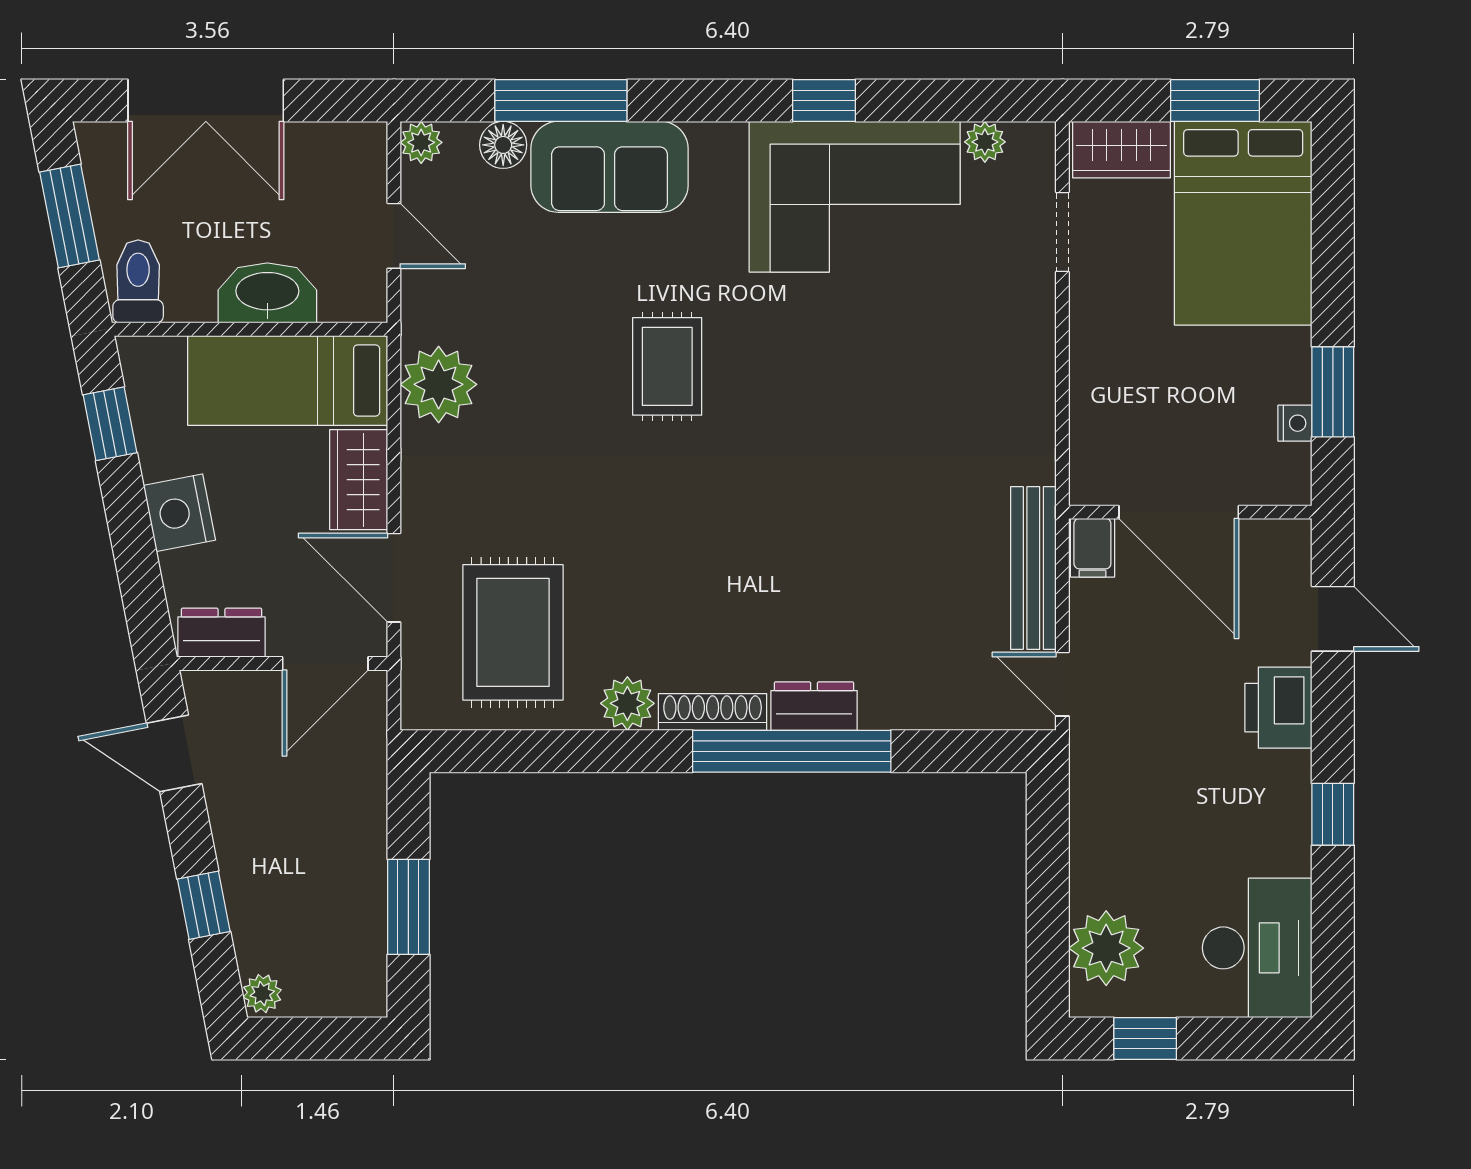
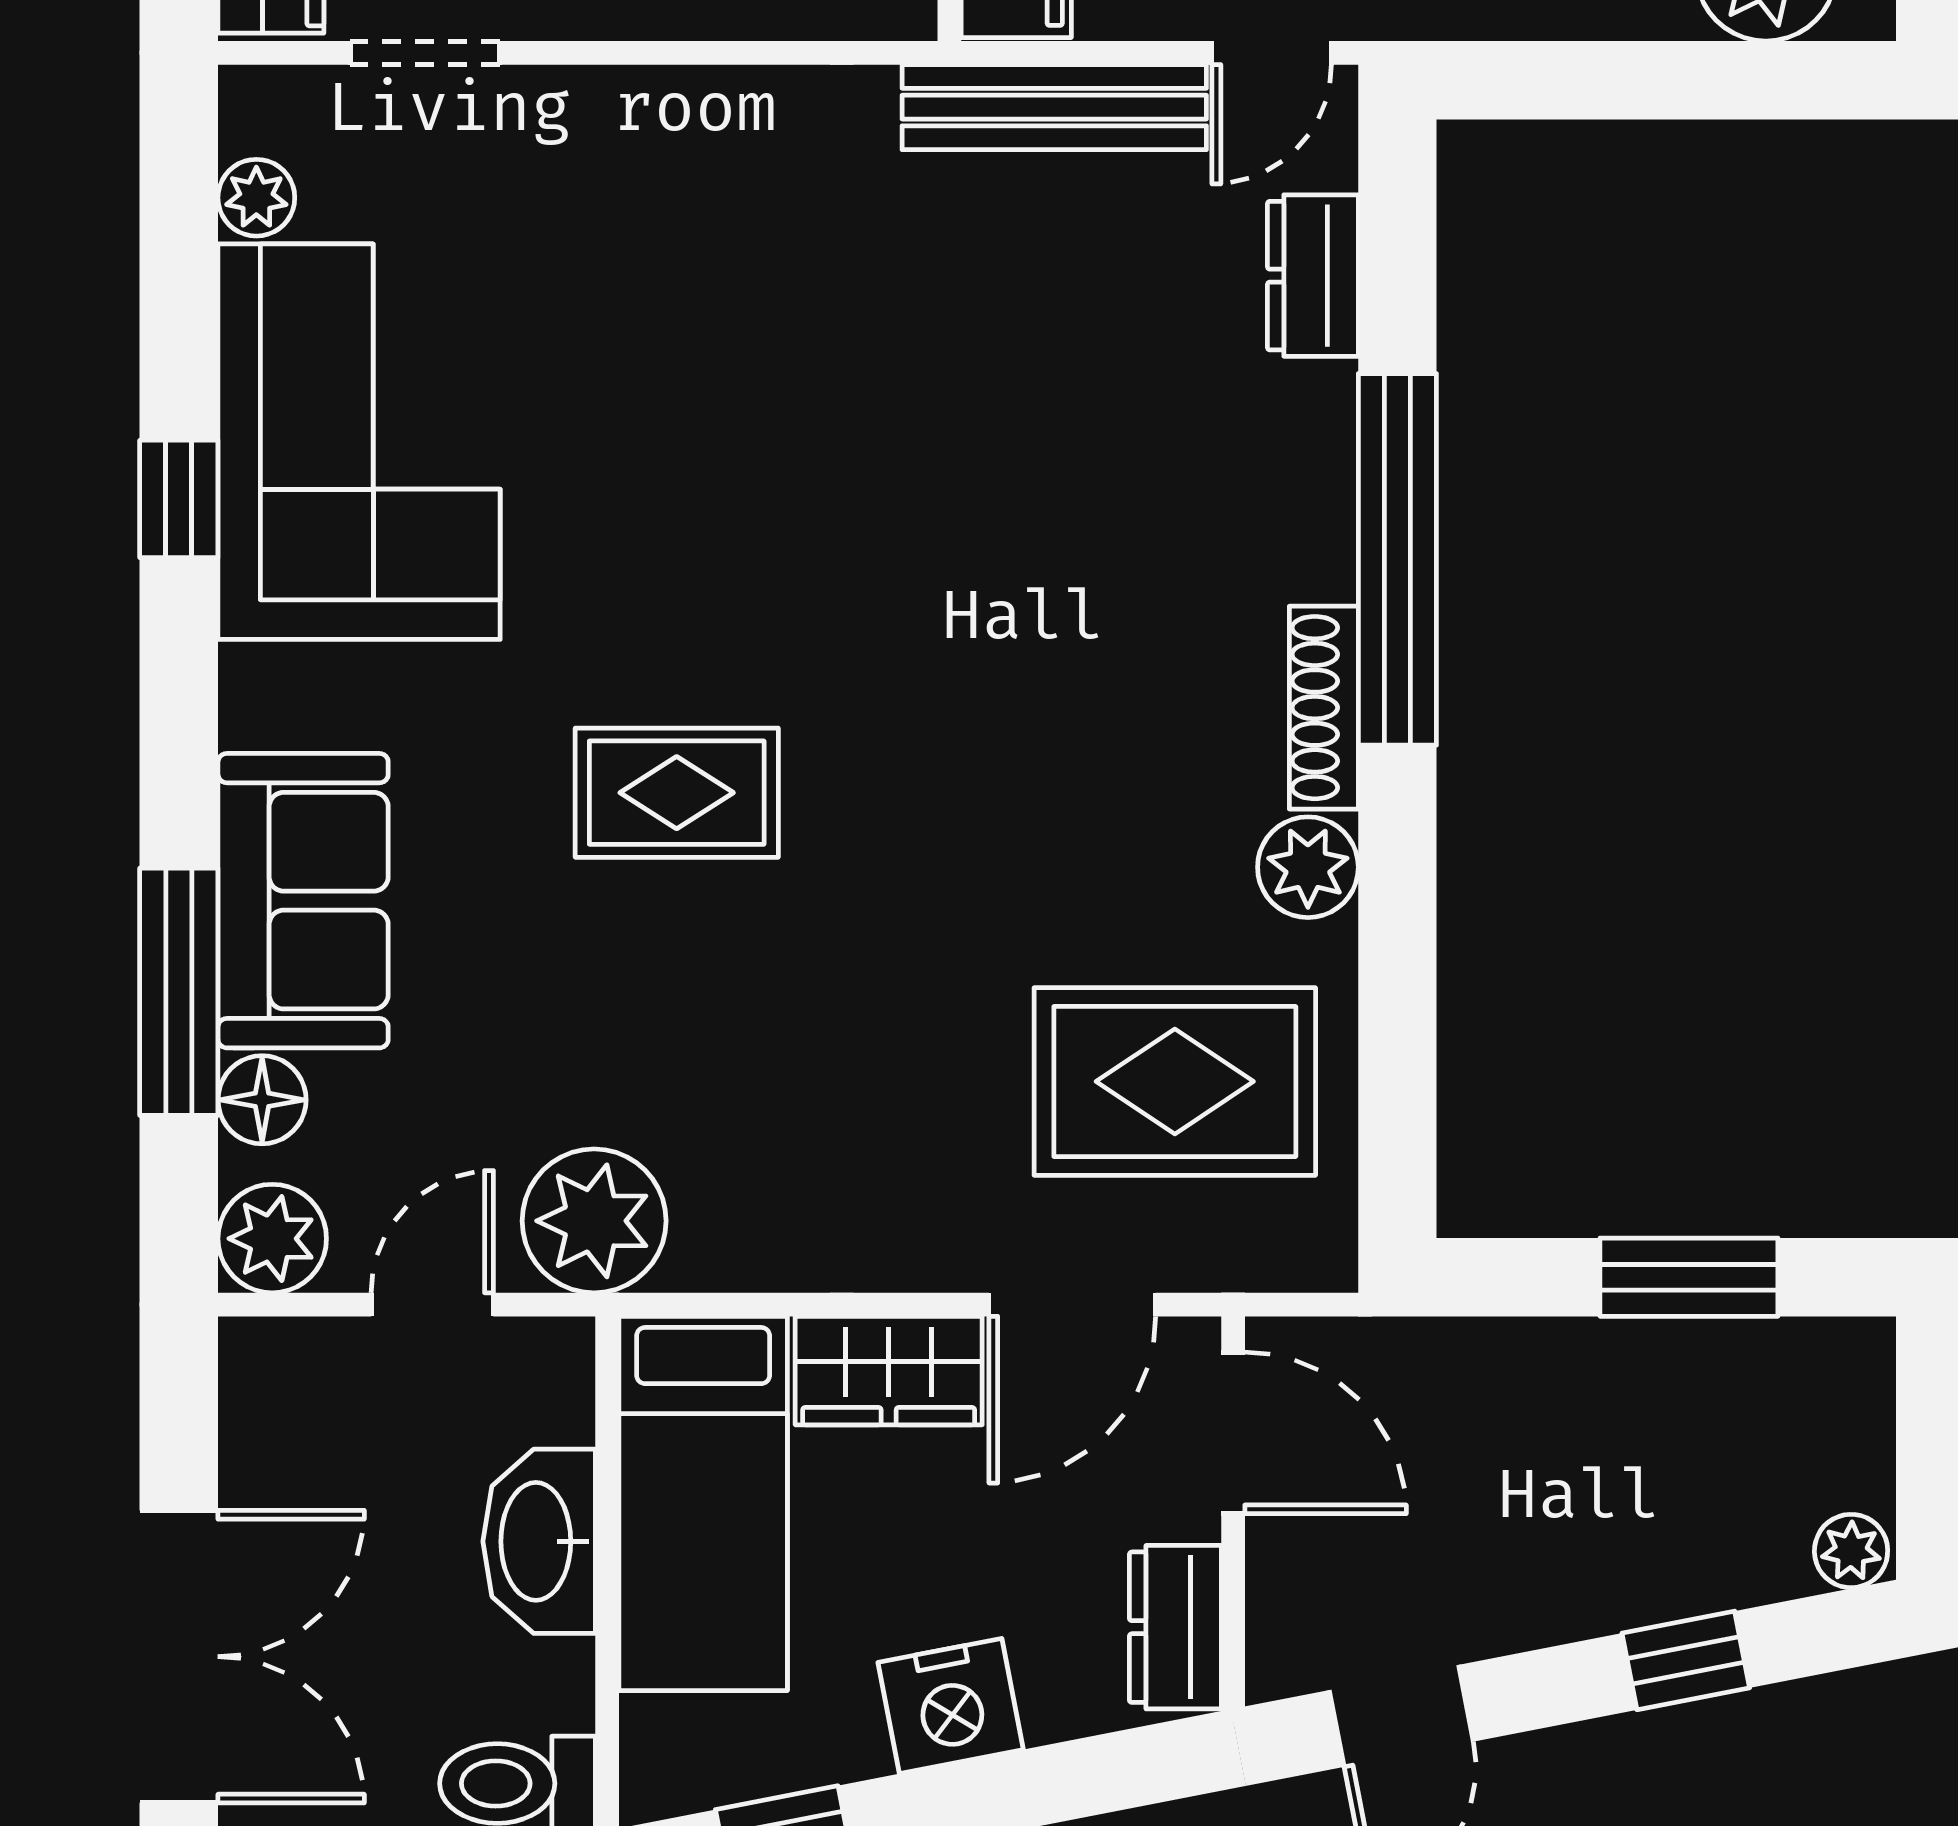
plant: (421, 142) -> (272, 1239), width x1.38, depth x1.38
plant: (439, 384) -> (594, 1221), moved
dresser: (814, 706) -> (1313, 276), moved

